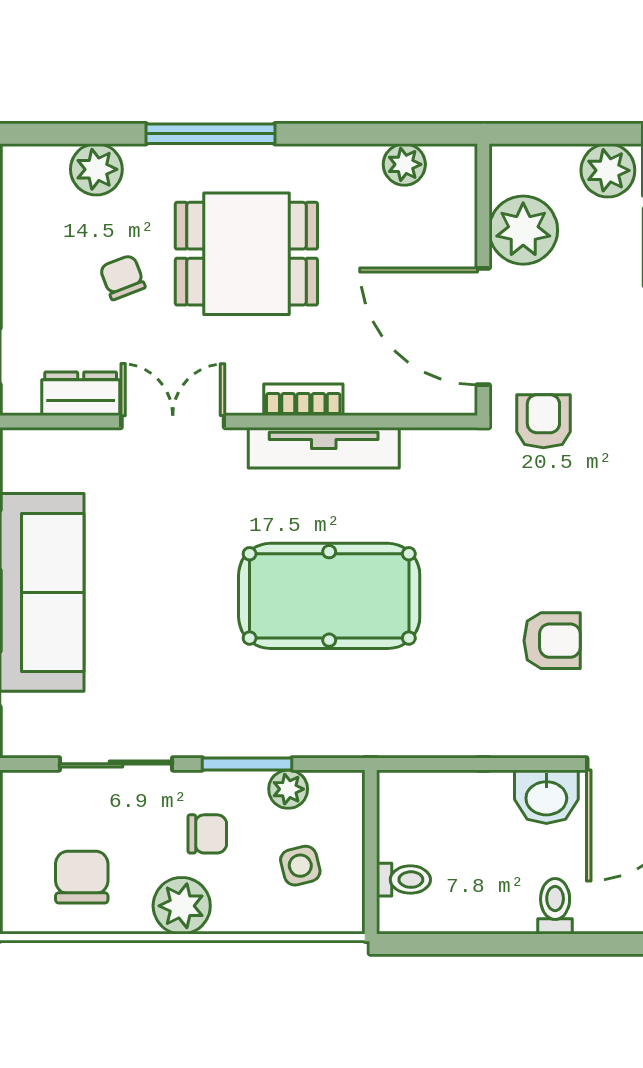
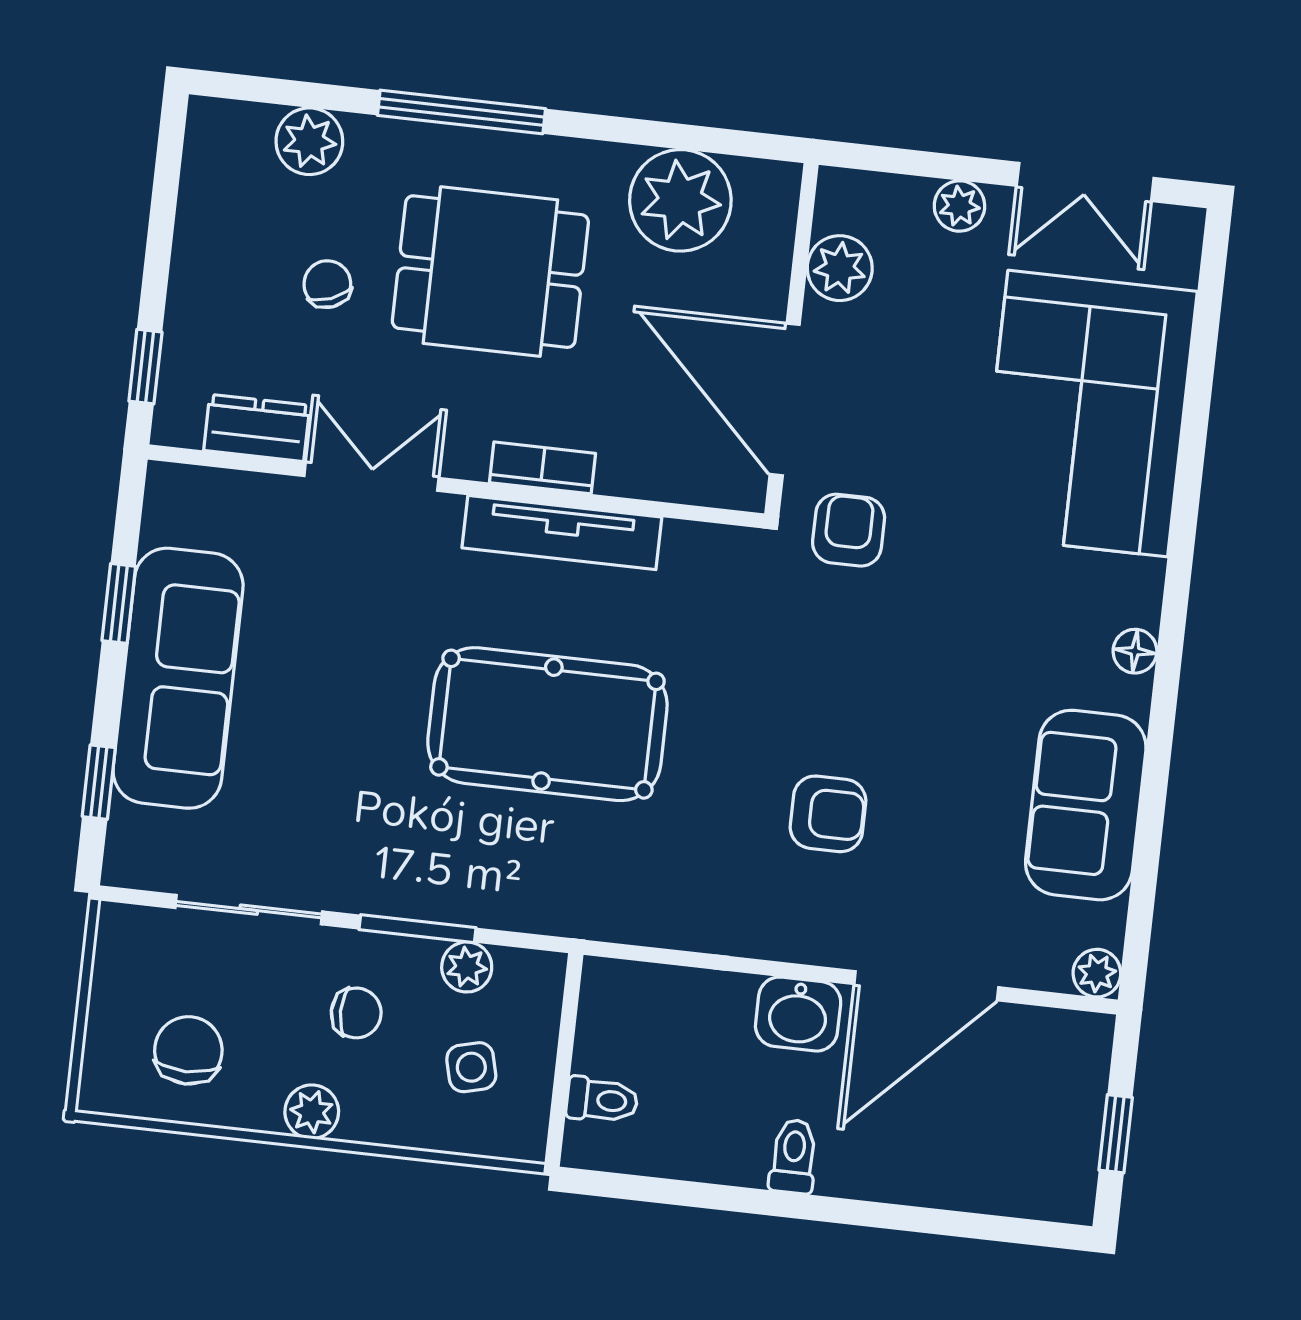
plant: (404, 164) -> (680, 200), width x1.87, depth x1.87
plant: (608, 170) -> (959, 206), width x0.73, depth x0.73
plant: (523, 230) -> (840, 268), width x0.73, depth x0.73
plant: (182, 906) -> (312, 1112), width x0.73, depth x0.73

